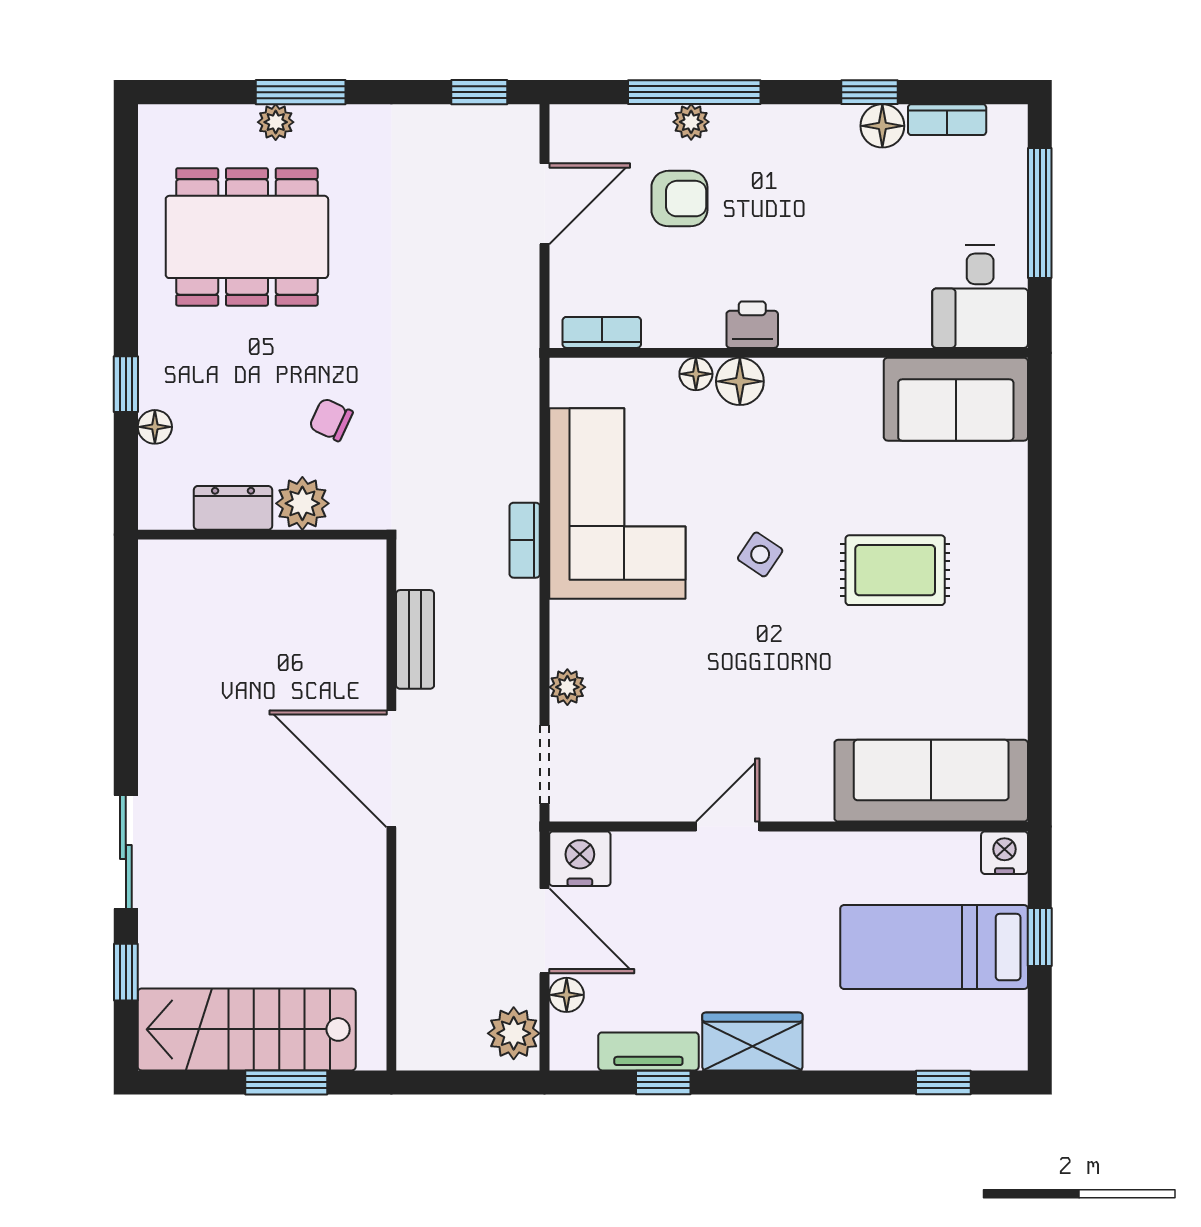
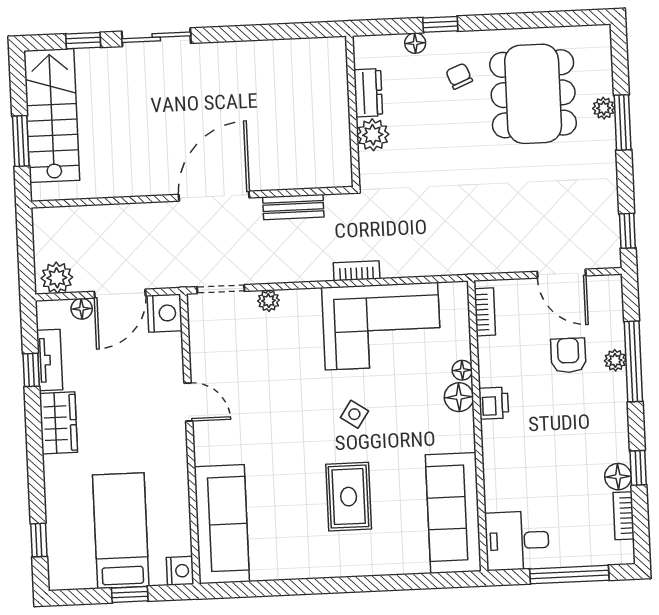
armchair: (679, 199) -> (568, 355), turned 180
sofa: (956, 399) -> (453, 513), width x1.36
chair: (331, 420) -> (459, 76), moved, turned -47

